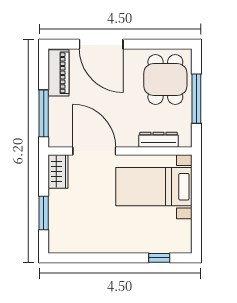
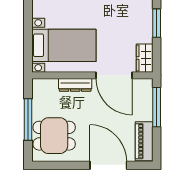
dining table: (165, 80) -> (54, 136), turned 90
dresser: (159, 140) -> (75, 85), moved

